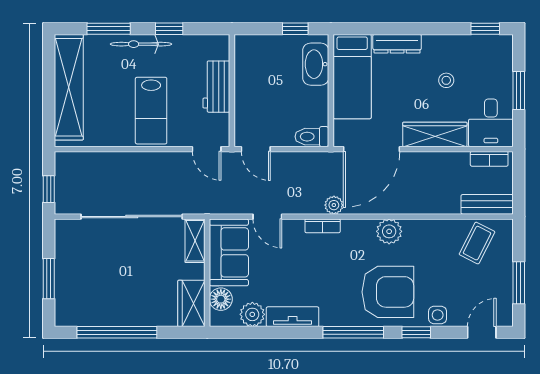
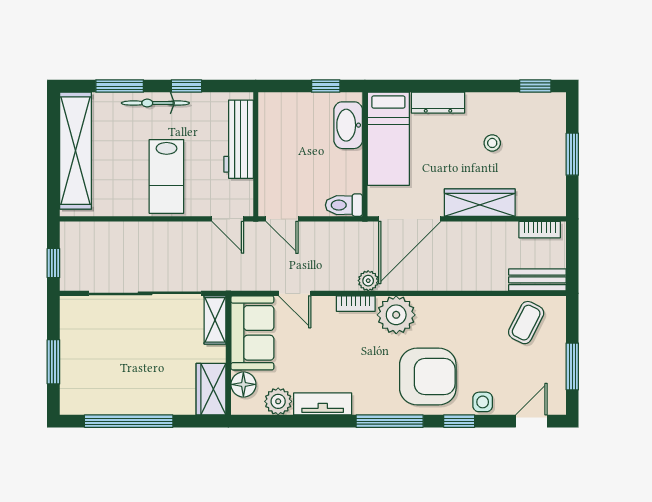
workbench: (216, 87) -> (239, 139), width x1.38
desk: (491, 123) -> (542, 190), removed
plant: (389, 231) -> (396, 315), moved, width x1.36, depth x1.36

